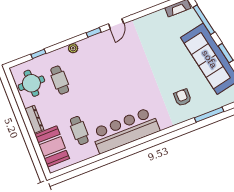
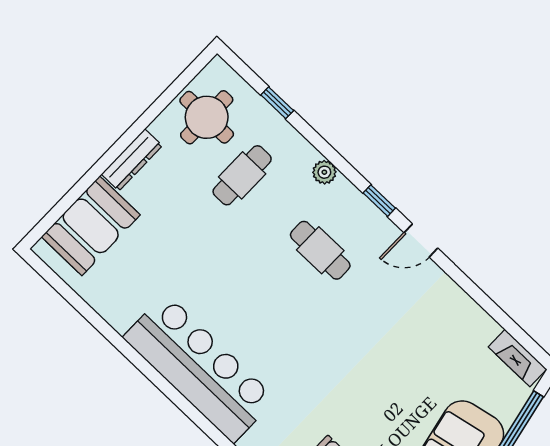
cafe table: (79, 131) -> (320, 250), moved, turned 90

